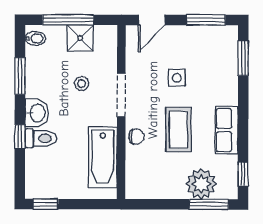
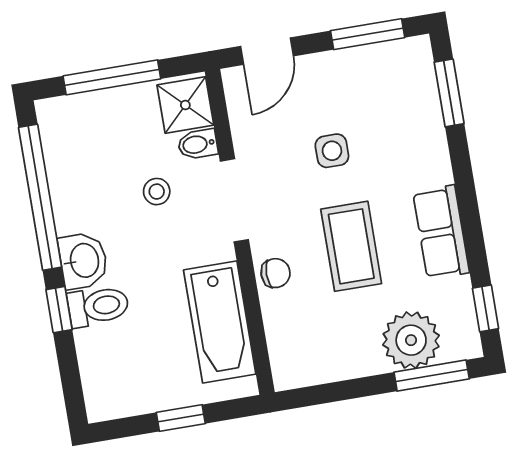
shower: (80, 38) -> (185, 105), moved
bidet: (35, 39) -> (198, 144), moved, turned 180
window: (20, 76) -> (40, 197), width x2.11
window: (46, 204) -> (181, 418), moved

